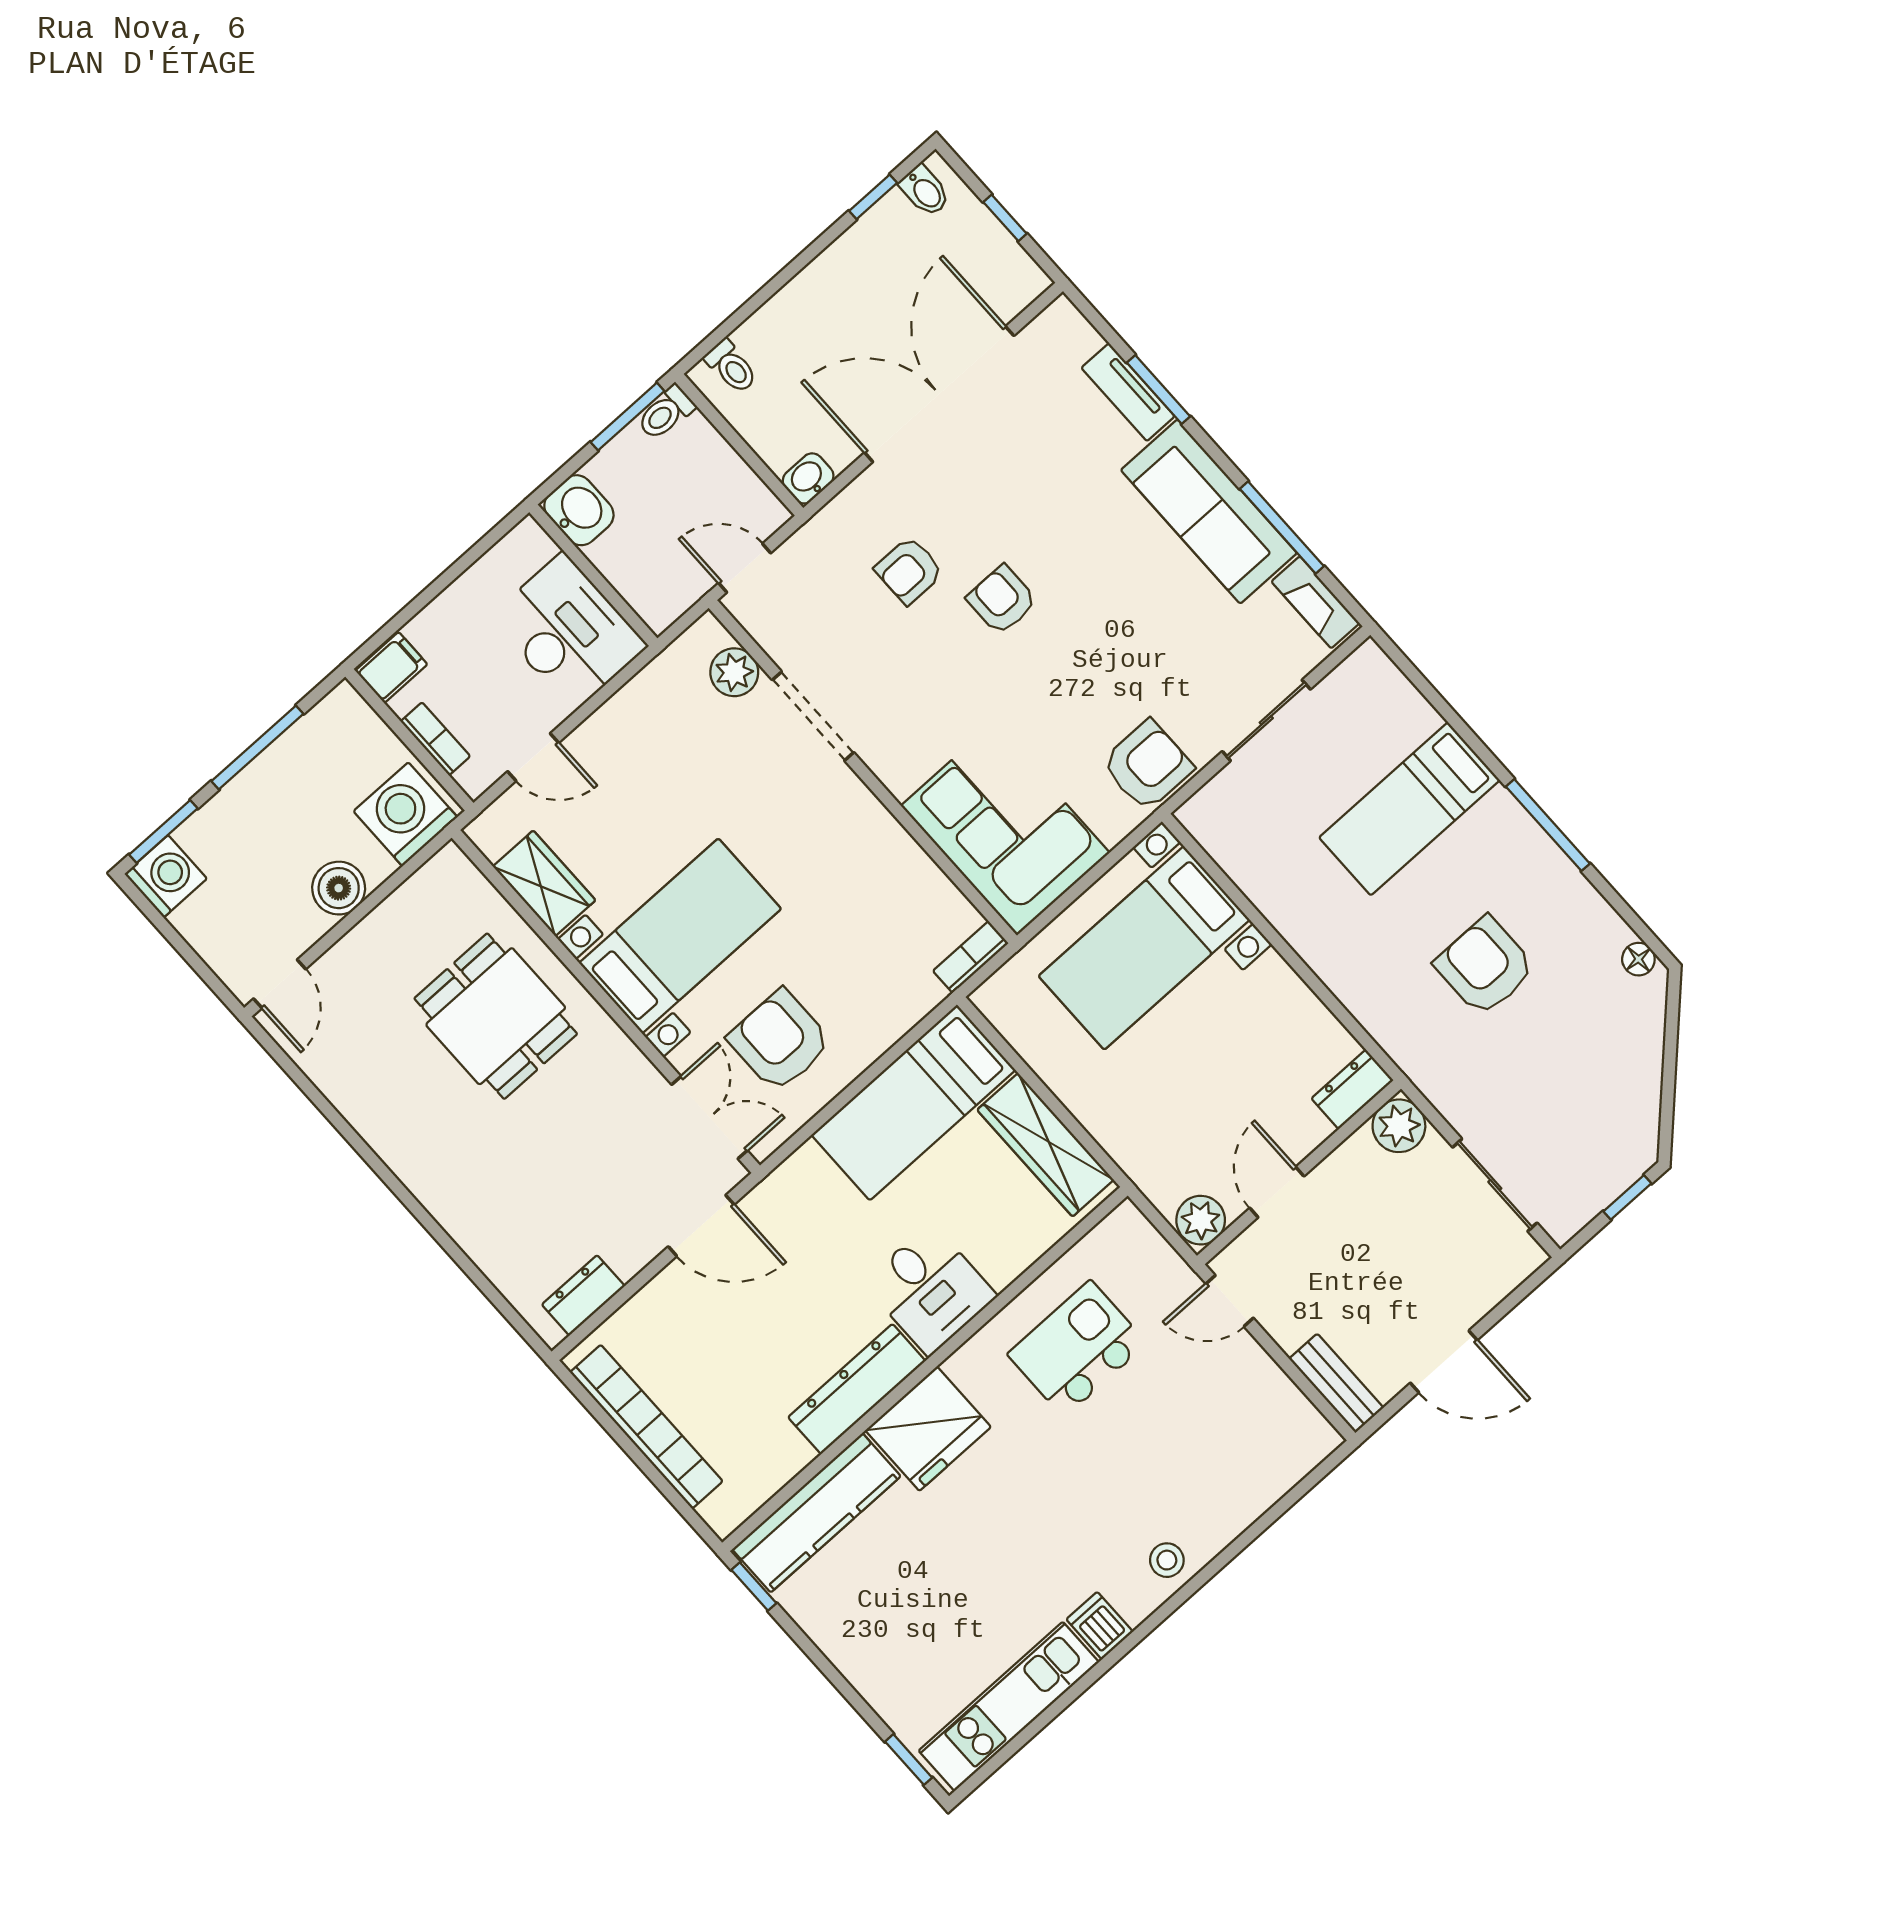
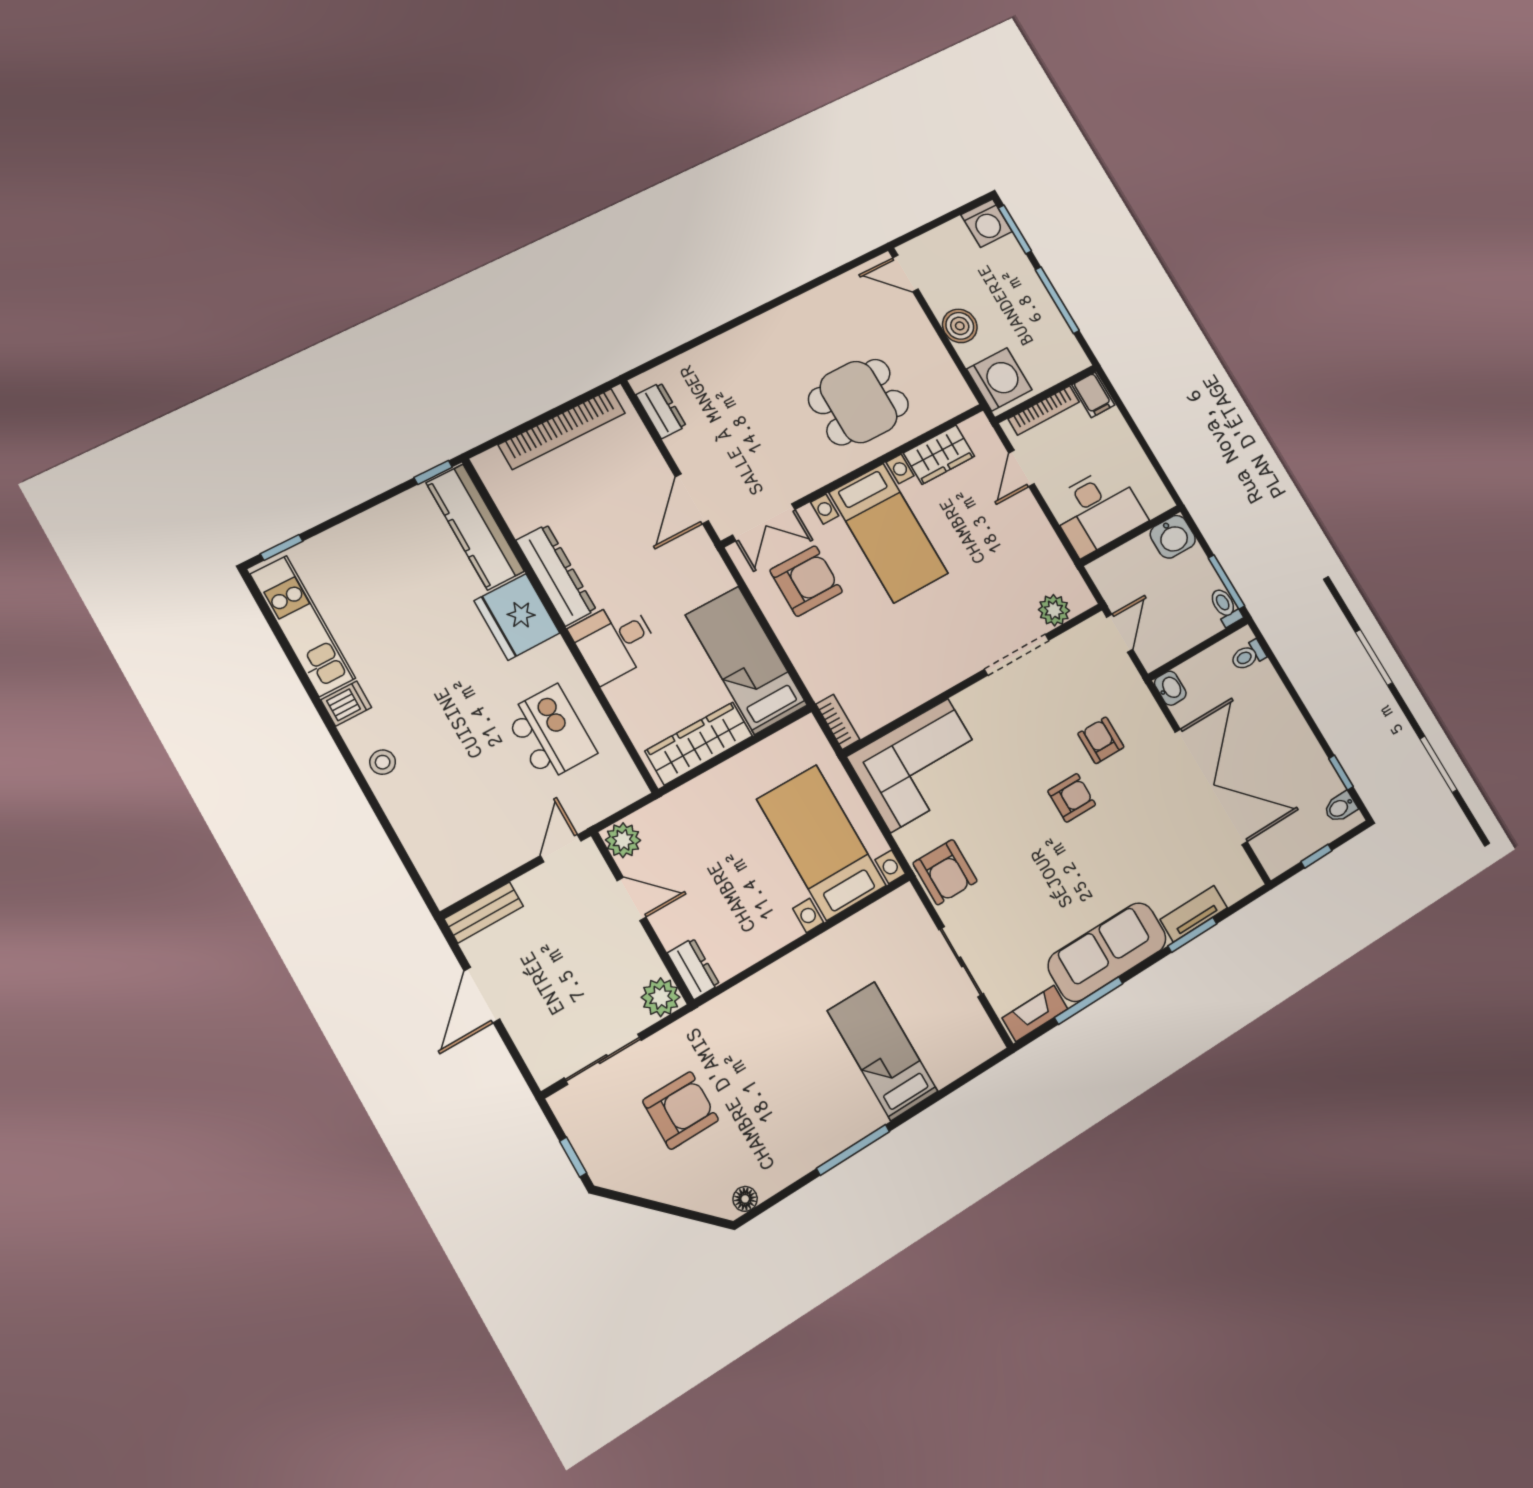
bookcase: (435, 739) -> (1044, 410), width x1.56
armchair: (1485, 966) -> (681, 1110), moved

